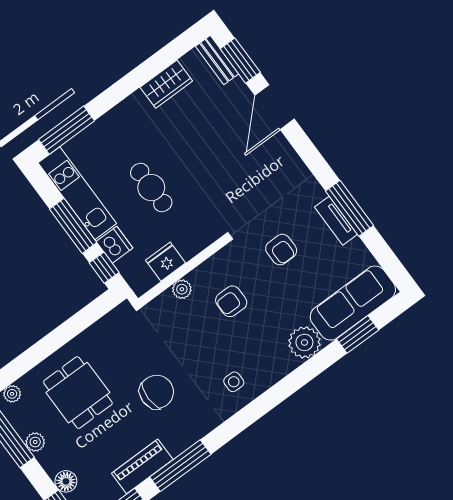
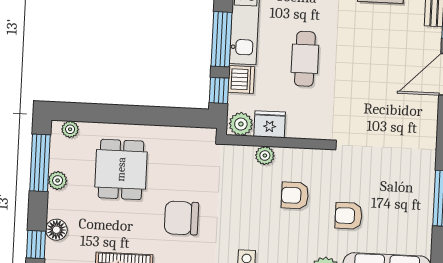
tv unit: (336, 221) -> (425, 199), removed
armchair: (281, 250) -> (349, 216), moved, turned 90
plant: (143, 280) -> (241, 124), added
chair: (157, 392) -> (181, 218), turned 180

